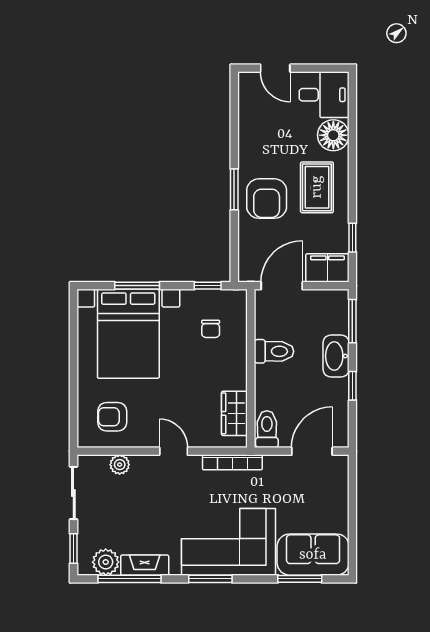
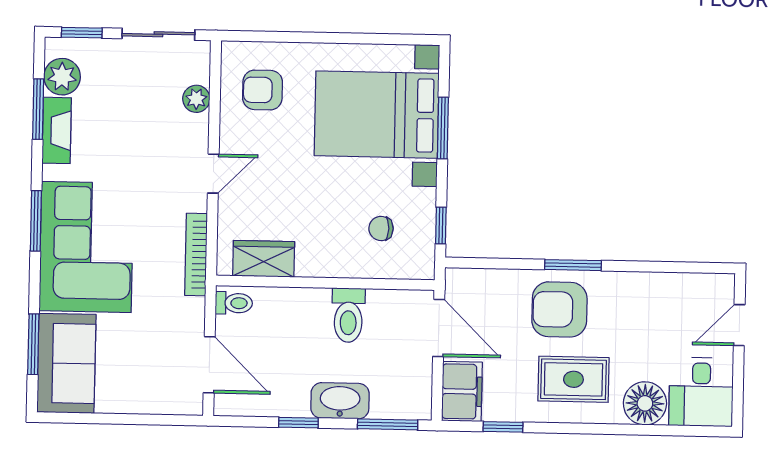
armchair: (112, 417) -> (263, 90), turned -90
toilet: (267, 429) -> (234, 303), width x0.73, depth x0.72
window: (130, 579) -> (38, 109), width x0.69

